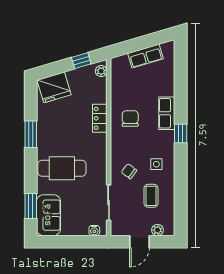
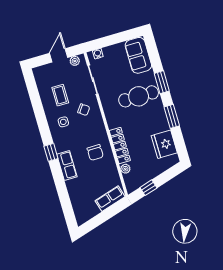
row of seats: (146, 56) -> (110, 199), moved
plant: (101, 71) -> (125, 169), moved
fridge: (54, 87) -> (164, 144), moved, turned -74
locker: (100, 118) -> (120, 146), width x1.53
window: (31, 206) -> (162, 82), moved
plant: (157, 230) -> (75, 61), moved

